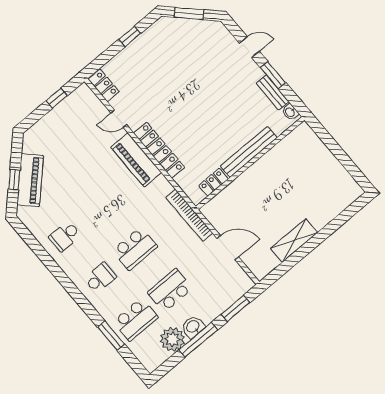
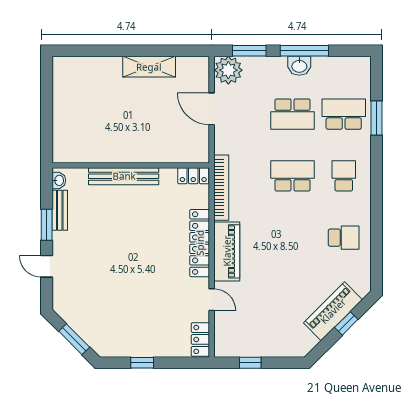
locker: (213, 182) -> (193, 176), moved
bookcase: (189, 215) -> (221, 188), moved
school desk: (100, 278) -> (344, 176), turned 90
plant: (172, 339) -> (228, 70), moved

